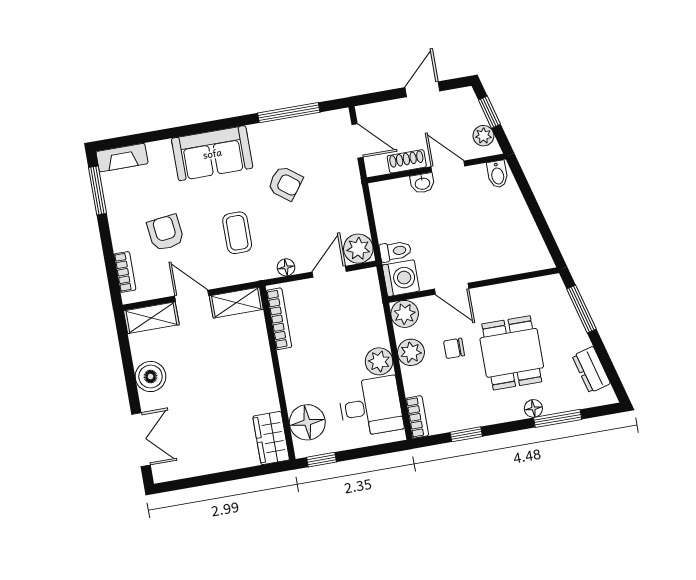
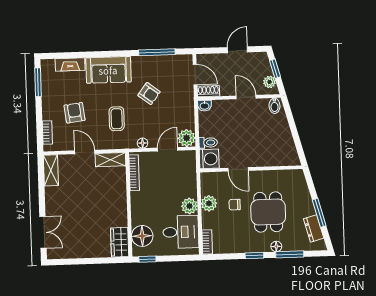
fireplace: (122, 158) -> (70, 65), moved
shoe rack: (407, 161) -> (208, 91), moved
washbasin: (422, 183) -> (204, 106), moved
window: (581, 309) -> (319, 213), moved
plant: (405, 314) -> (208, 180), removed
shelving: (151, 318) -> (51, 170), moved, turned 90
boiler: (151, 377) -> (54, 196), removed
window: (466, 434) -> (254, 256), moved

